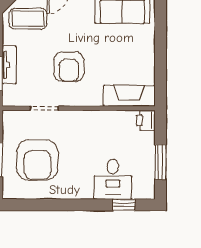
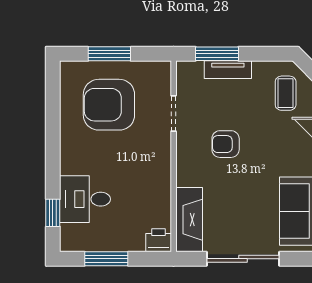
coffee table: (28, 19) -> (286, 93), width x0.73, depth x0.77
sliding door: (160, 53) -> (243, 259), added
armchair: (69, 67) -> (226, 144), width x0.72, depth x0.72

